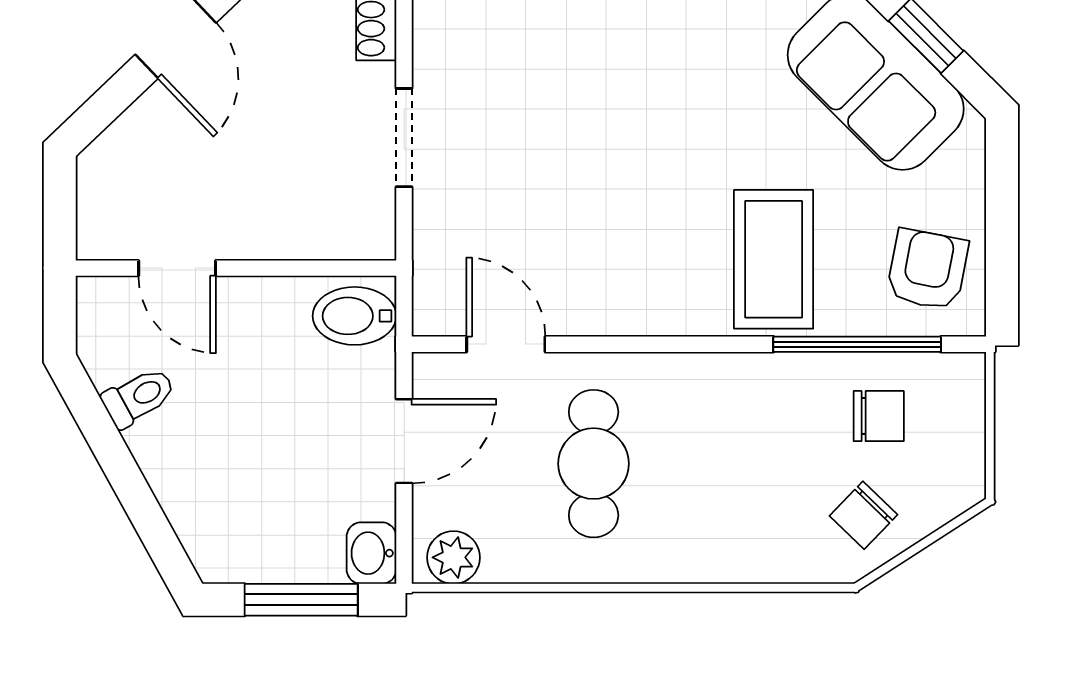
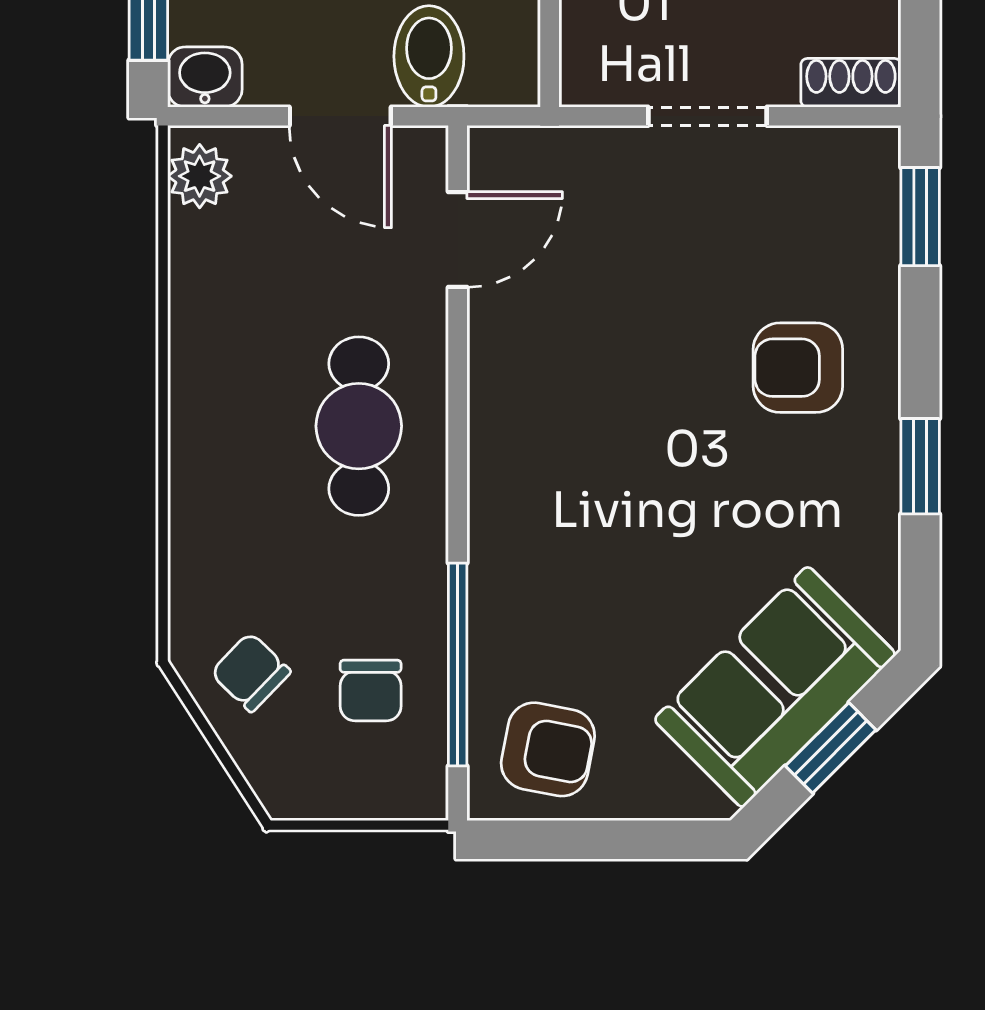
armchair: (612, 63) -> (798, 368), added
coffee table: (774, 259) -> (560, 563), removed
bidet: (355, 316) -> (429, 56), moved
cafe table: (594, 464) -> (359, 426), moved, turned 90

